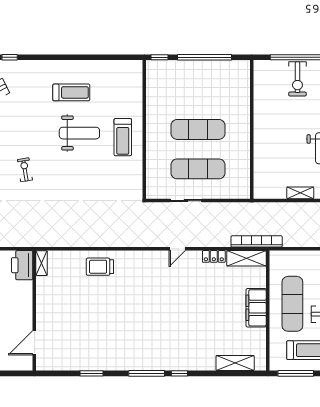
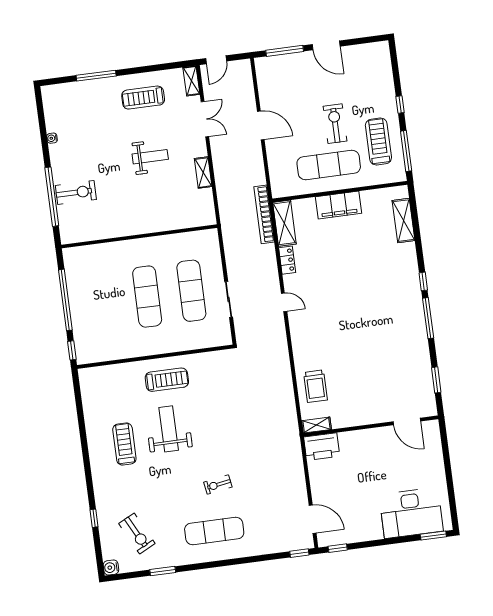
shelving: (42, 263) -> (317, 425), moved
printer: (22, 265) -> (322, 447), moved
wall: (34, 311) -> (371, 426), moved
door: (34, 343) -> (407, 421), moved

